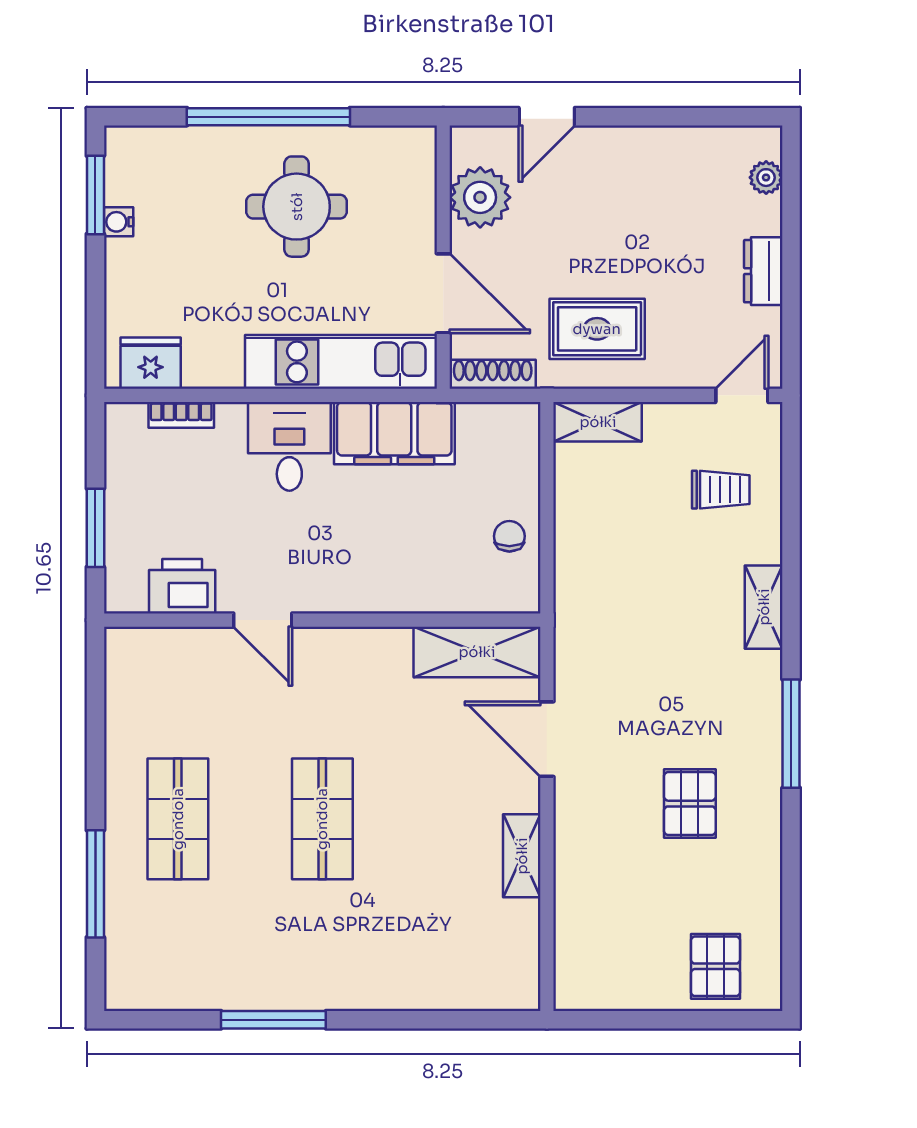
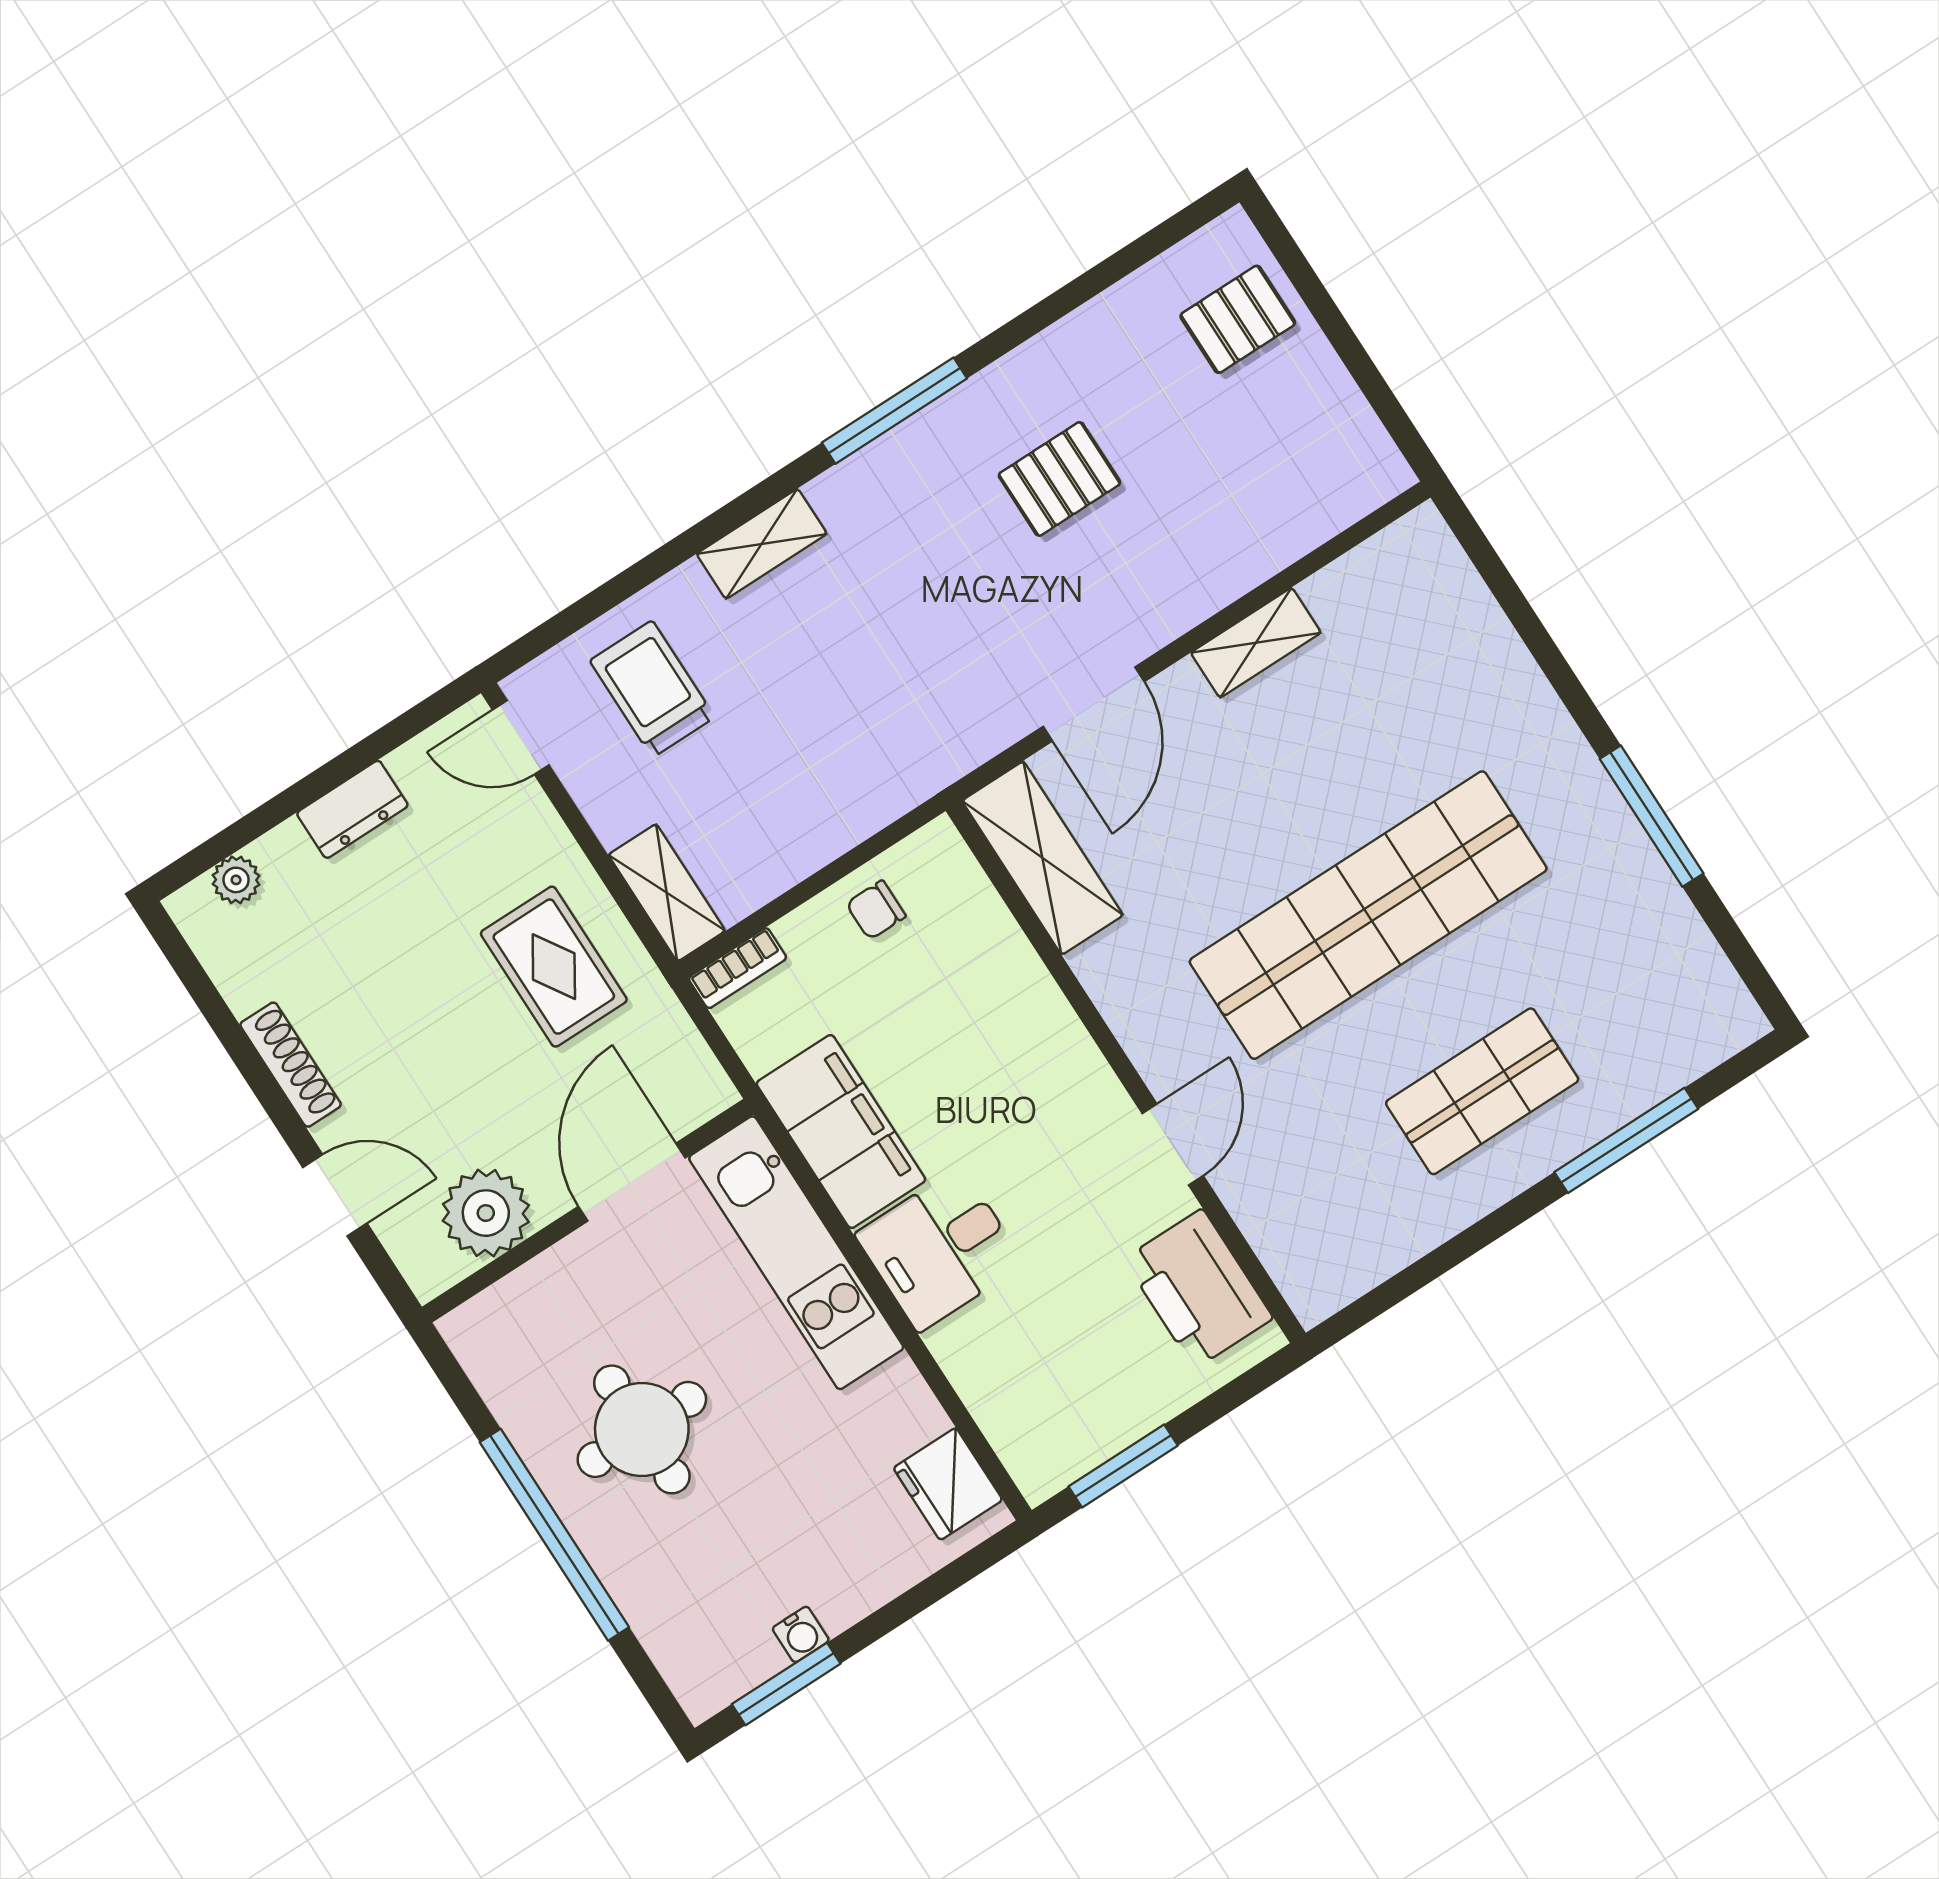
shoe rack: (493, 374) -> (291, 1065), moved, turned 180
bookcase: (181, 415) -> (737, 968), moved, turned 90
trolley: (721, 490) -> (652, 689), width x1.36, depth x1.39
window: (95, 528) -> (1123, 1466), moved
printer: (182, 586) -> (1198, 1289), width x1.37, depth x1.19
shop shelf: (322, 819) -> (1368, 915), width x2.00, depth x1.36

